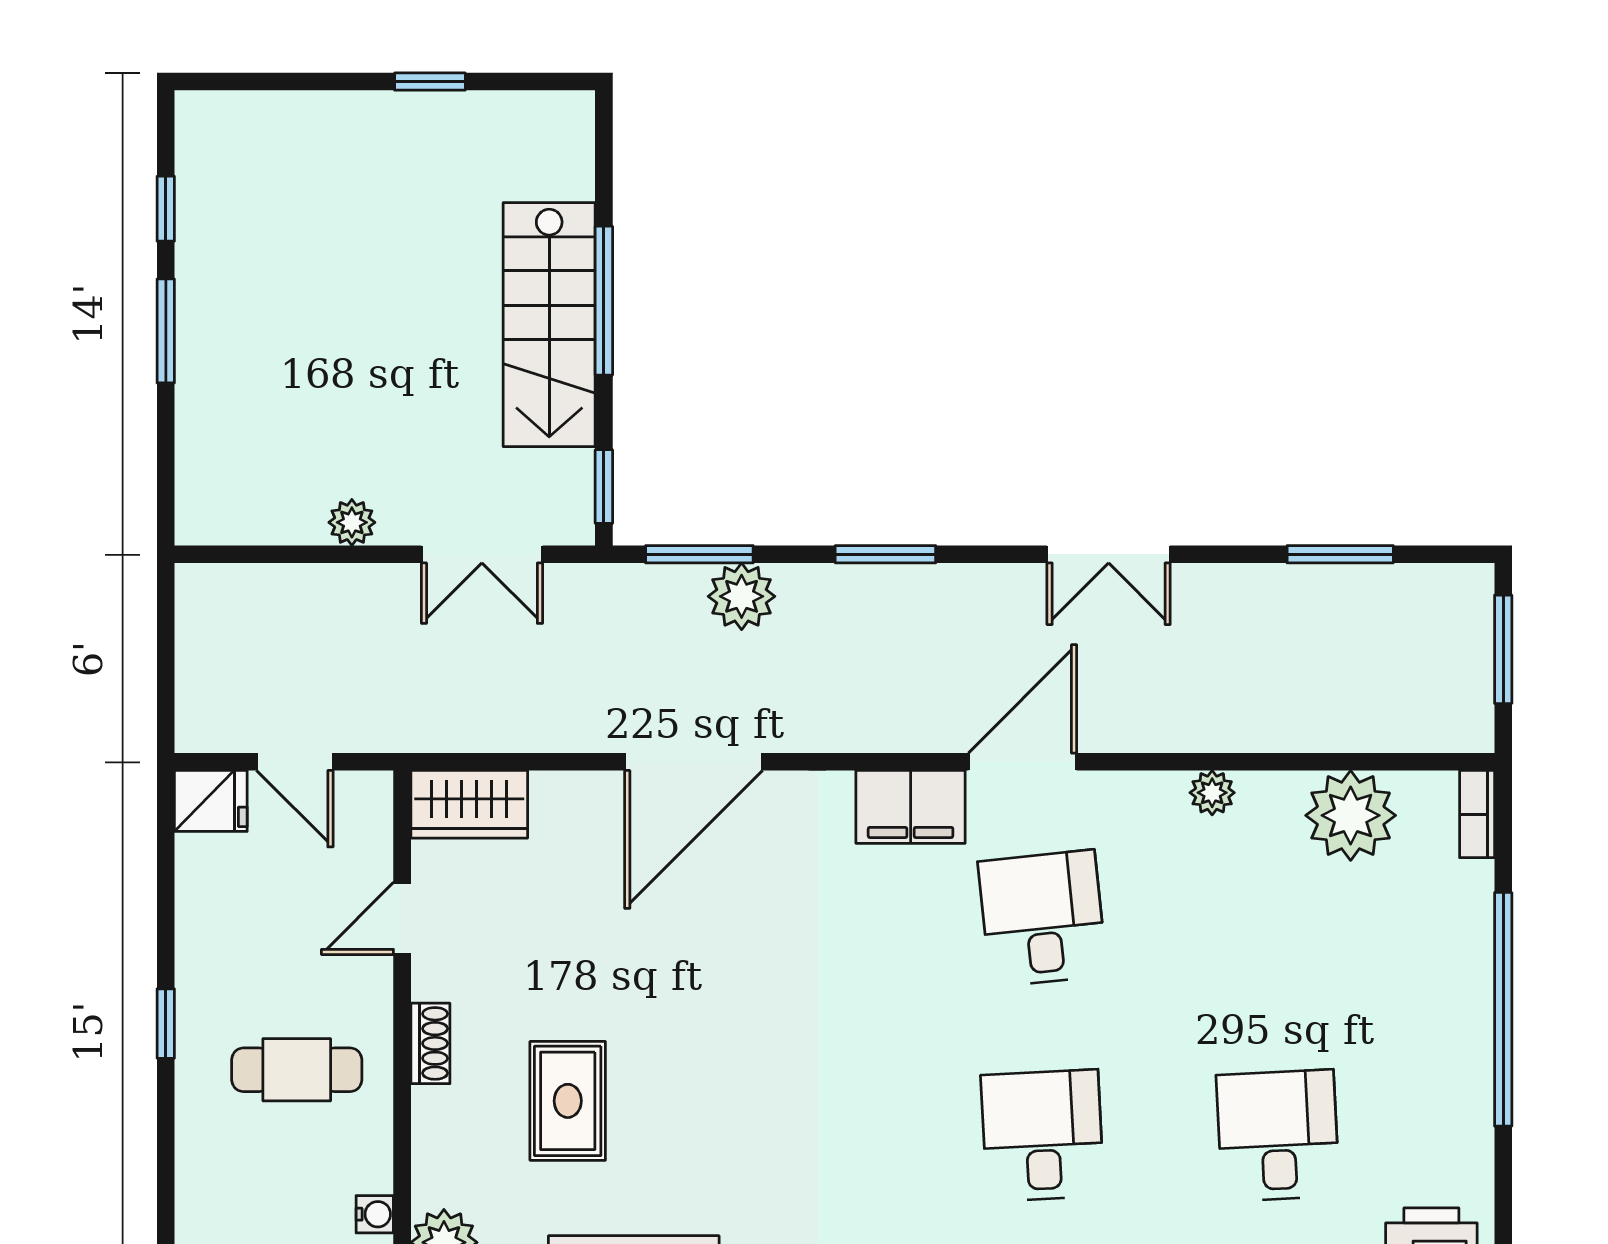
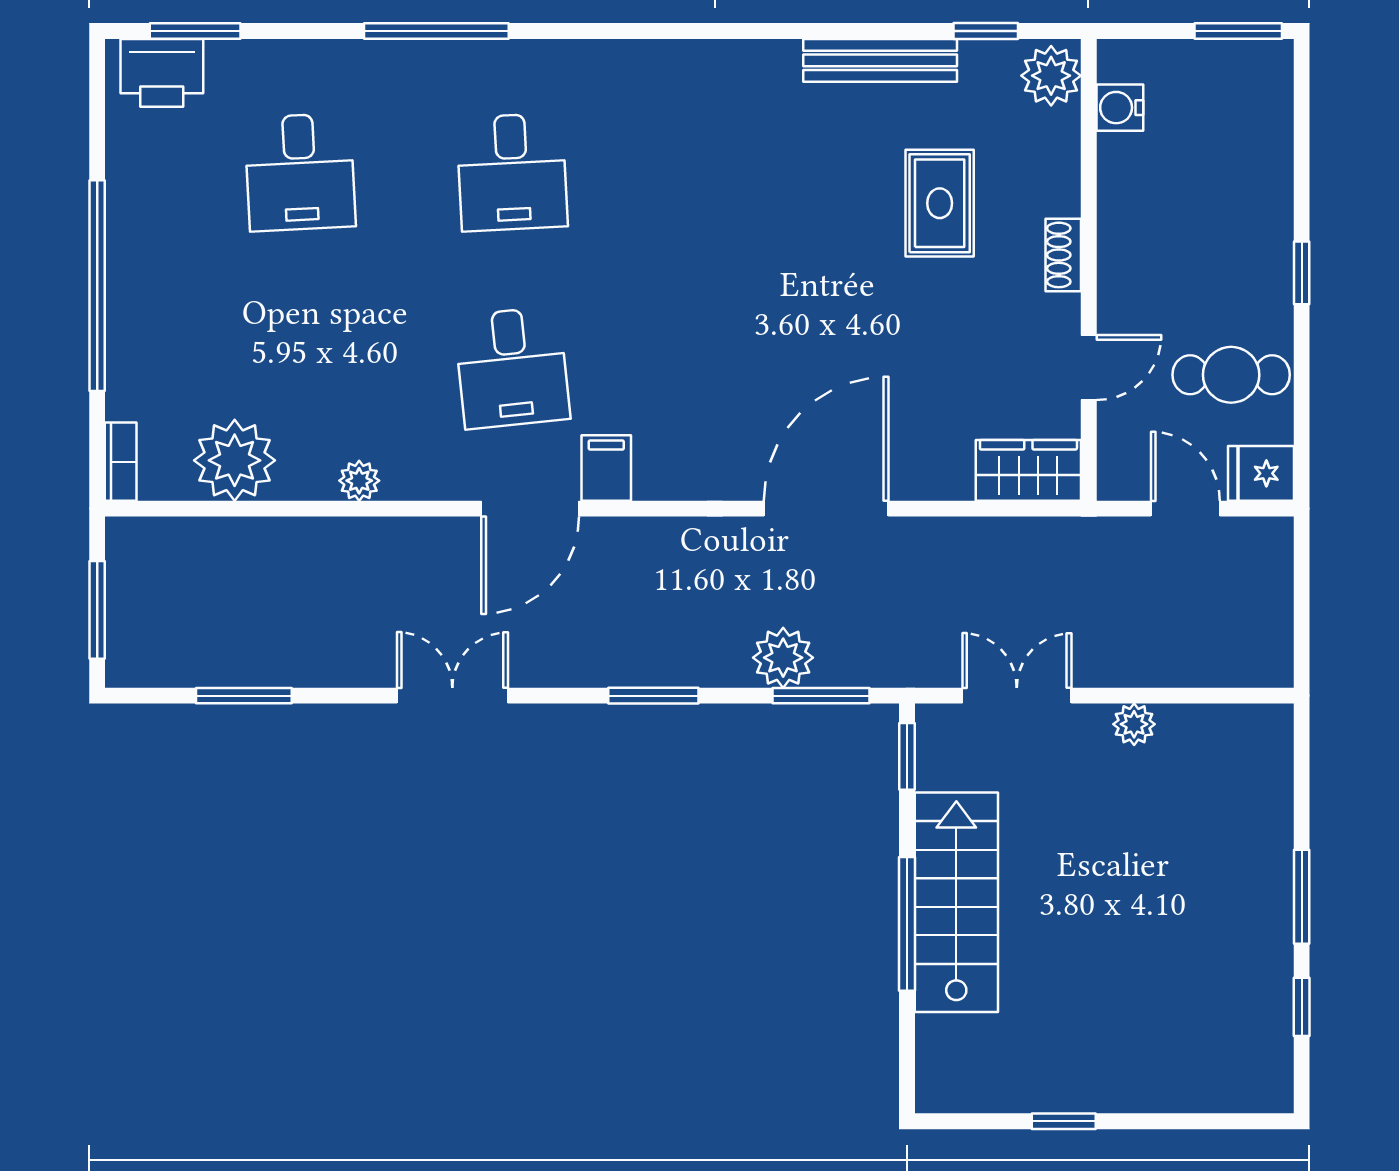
filing cabinet: (911, 807) -> (606, 468), width x0.50
cafe table: (297, 1070) -> (1231, 375), moved
water cooler: (375, 1214) -> (1120, 108), width x1.38, depth x1.38

